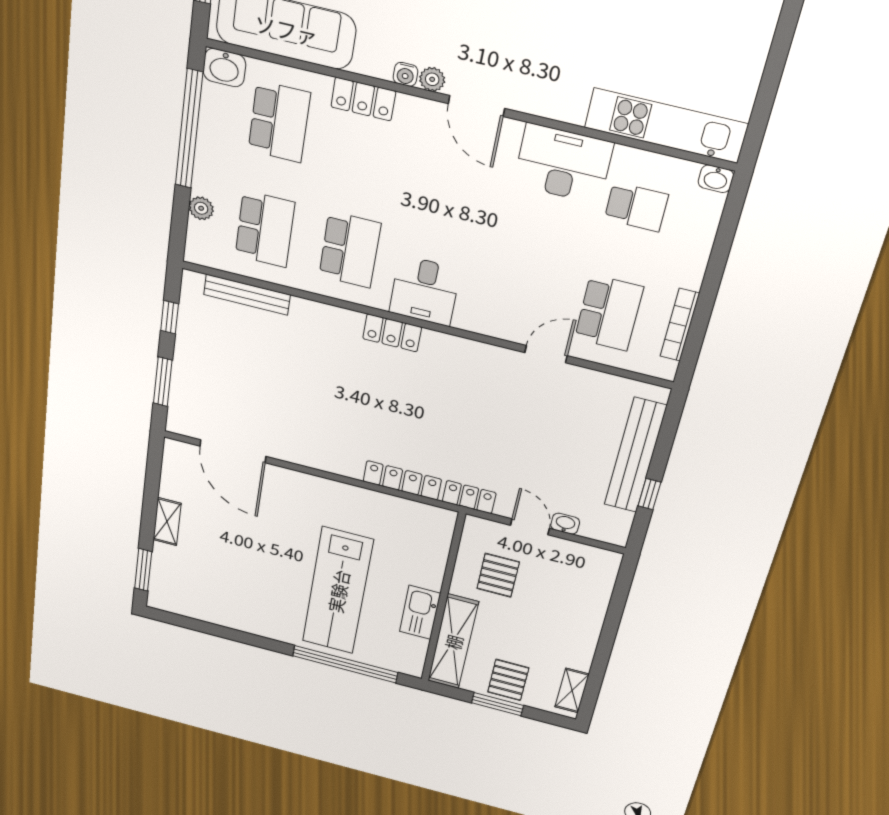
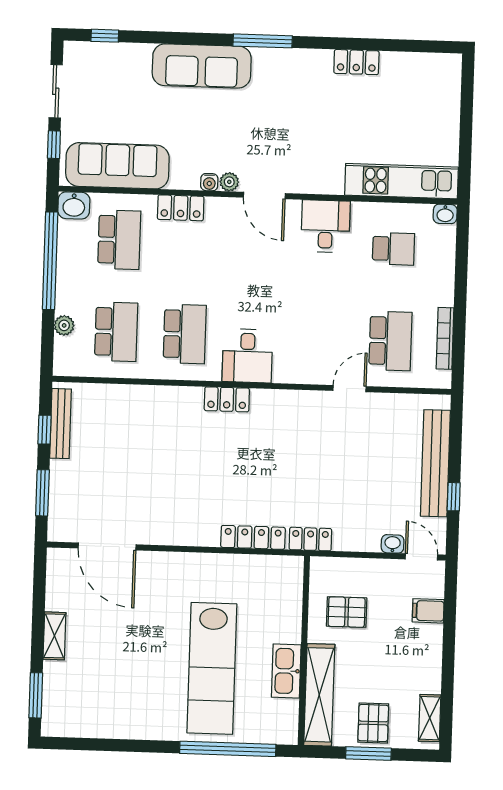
desk: (563, 164) -> (326, 226), width x0.73
bench: (247, 295) -> (61, 424), moved, turned 90
door: (530, 527) -> (421, 557), moved
pallet: (498, 575) -> (347, 612), turned 90
filing cabinet: (593, 596) -> (428, 611), added

